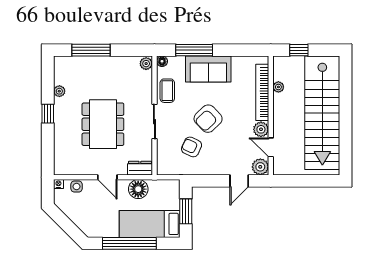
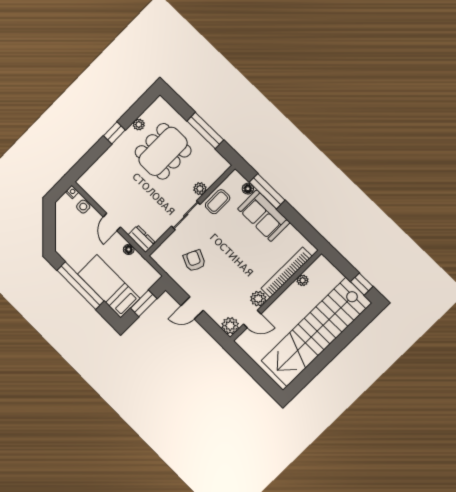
window: (91, 50) -> (205, 130), moved
window: (299, 50) -> (362, 284), moved
floor lamp: (162, 61) -> (248, 189), moved
plant: (146, 64) -> (200, 189), moved
armchair: (208, 119) -> (227, 252), removed
dining table: (103, 124) -> (163, 151), moved
door: (271, 147) -> (252, 319), swing flipped
door: (239, 181) -> (192, 308), moved
floor lamp: (138, 189) -> (129, 249), width x0.53, depth x0.53

